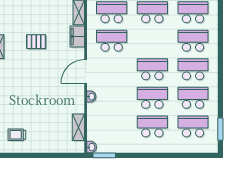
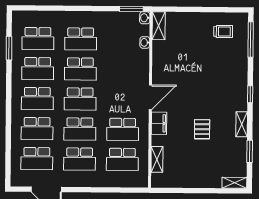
filing cabinet: (77, 37) -> (159, 123), moved
school desk: (152, 41) -> (80, 129), added
pallet: (36, 42) -> (202, 129), turned 90
washbasin: (91, 97) -> (145, 42), moved
shelving: (78, 127) -> (159, 26), moved
window: (220, 129) -> (9, 48), moved

